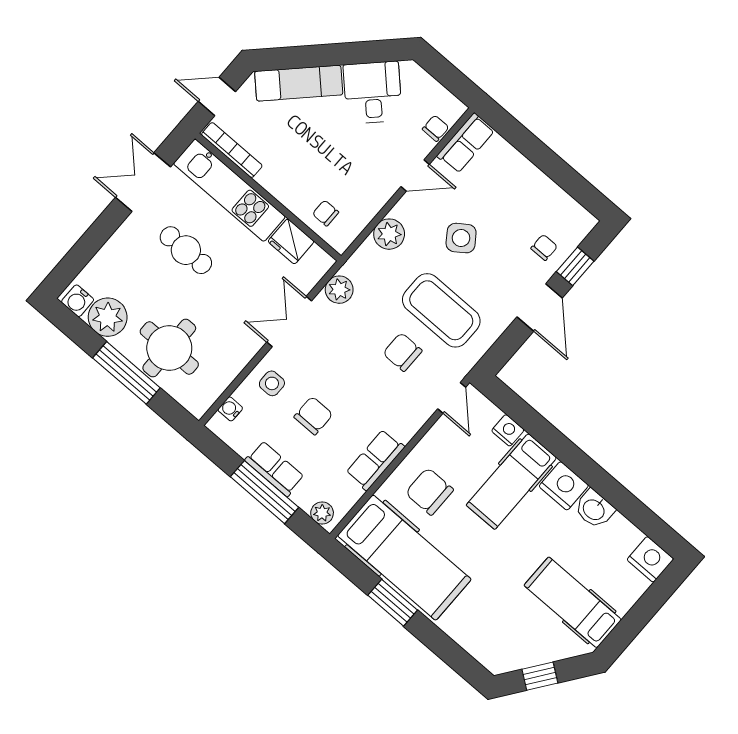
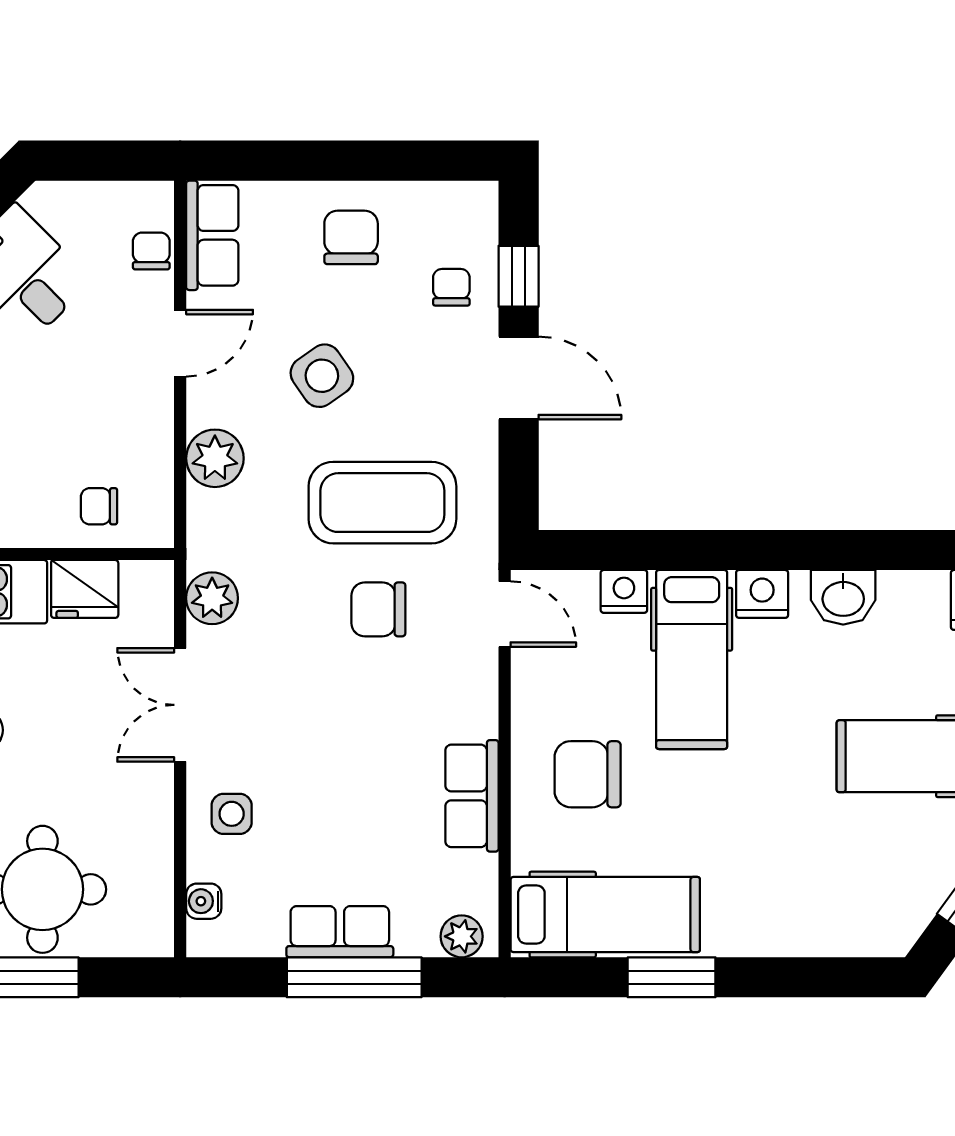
chair: (313, 416) -> (351, 237), moved
nightstand: (564, 486) -> (762, 594), width x0.74, depth x0.75
hospital bed: (404, 557) -> (605, 915), width x0.73, depth x0.78

